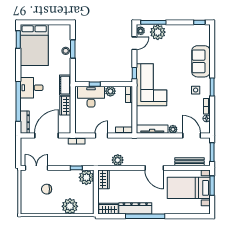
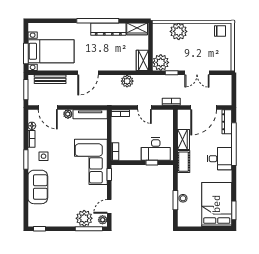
plant: (110, 91) -> (135, 155), removed
door: (101, 135) -> (145, 107), hinge flipped
double door: (36, 168) -> (197, 73), moved
door: (154, 168) -> (88, 73), swing flipped
chair: (47, 189) -> (220, 31), moved

